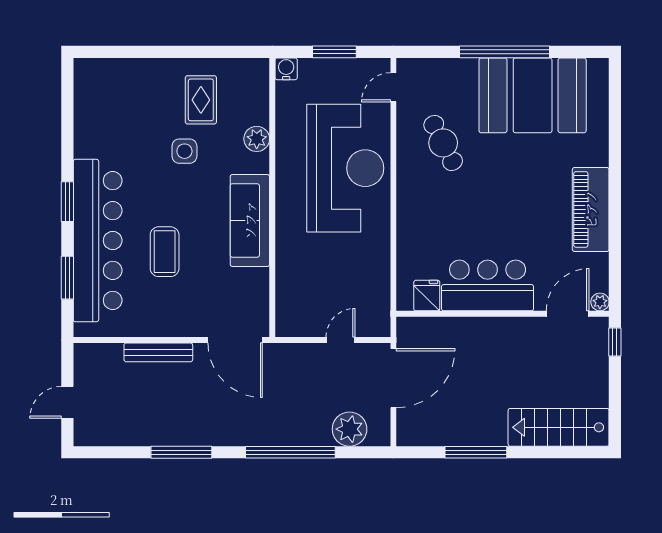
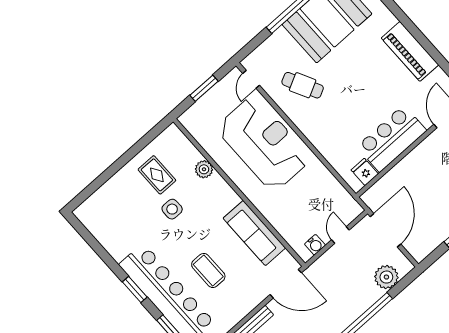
water cooler: (286, 69) -> (315, 245), moved, turned 180
sofa: (250, 220) -> (254, 233), moved

